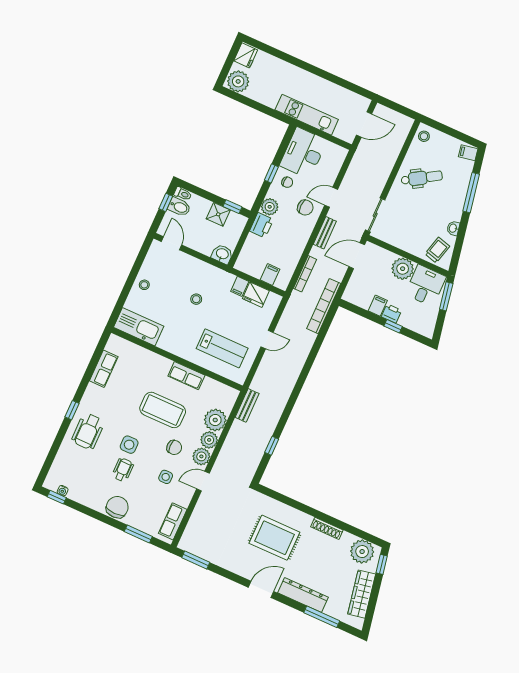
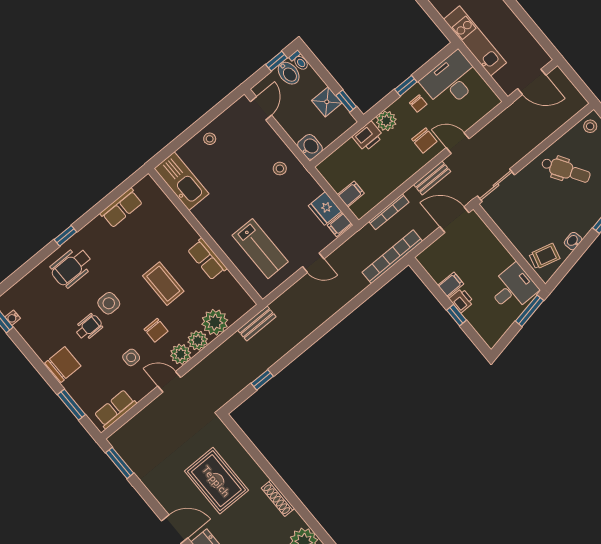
plant: (403, 269) -> (497, 258), removed
filing cabinet: (240, 286) -> (340, 225), moved
stool: (196, 299) -> (280, 169), moved
coffee table: (163, 410) -> (163, 284), width x0.73, depth x0.76

